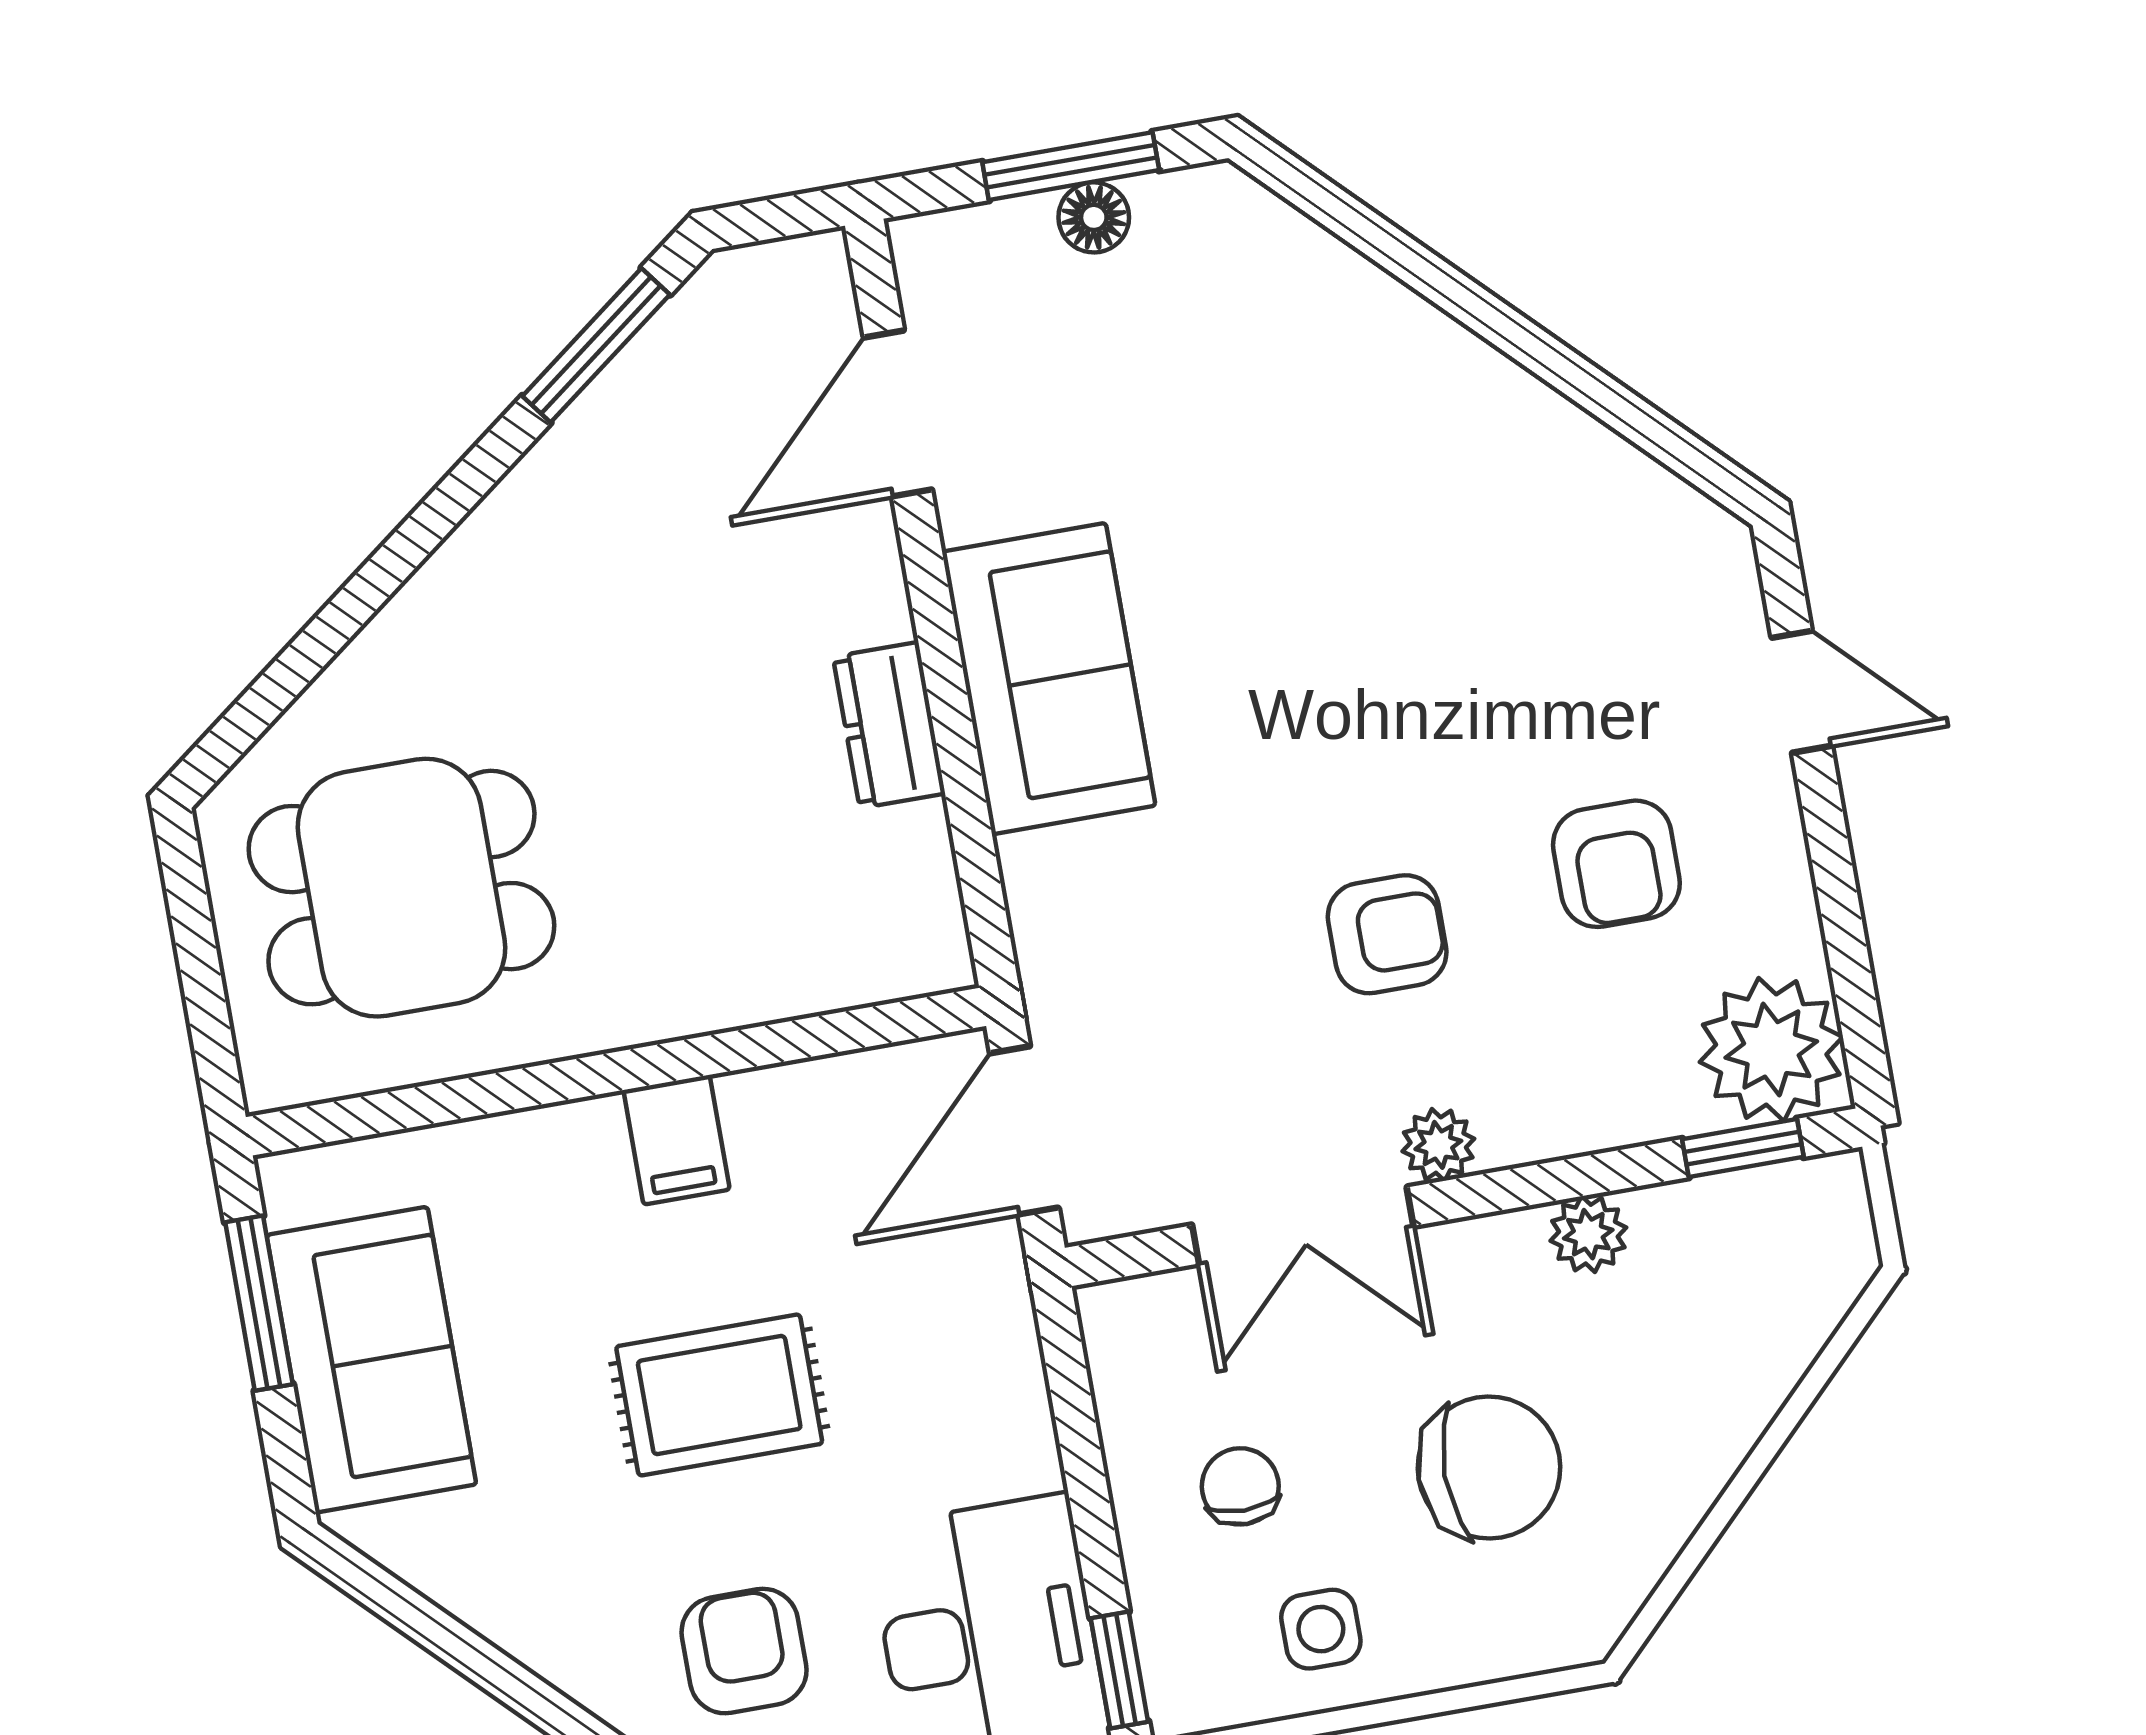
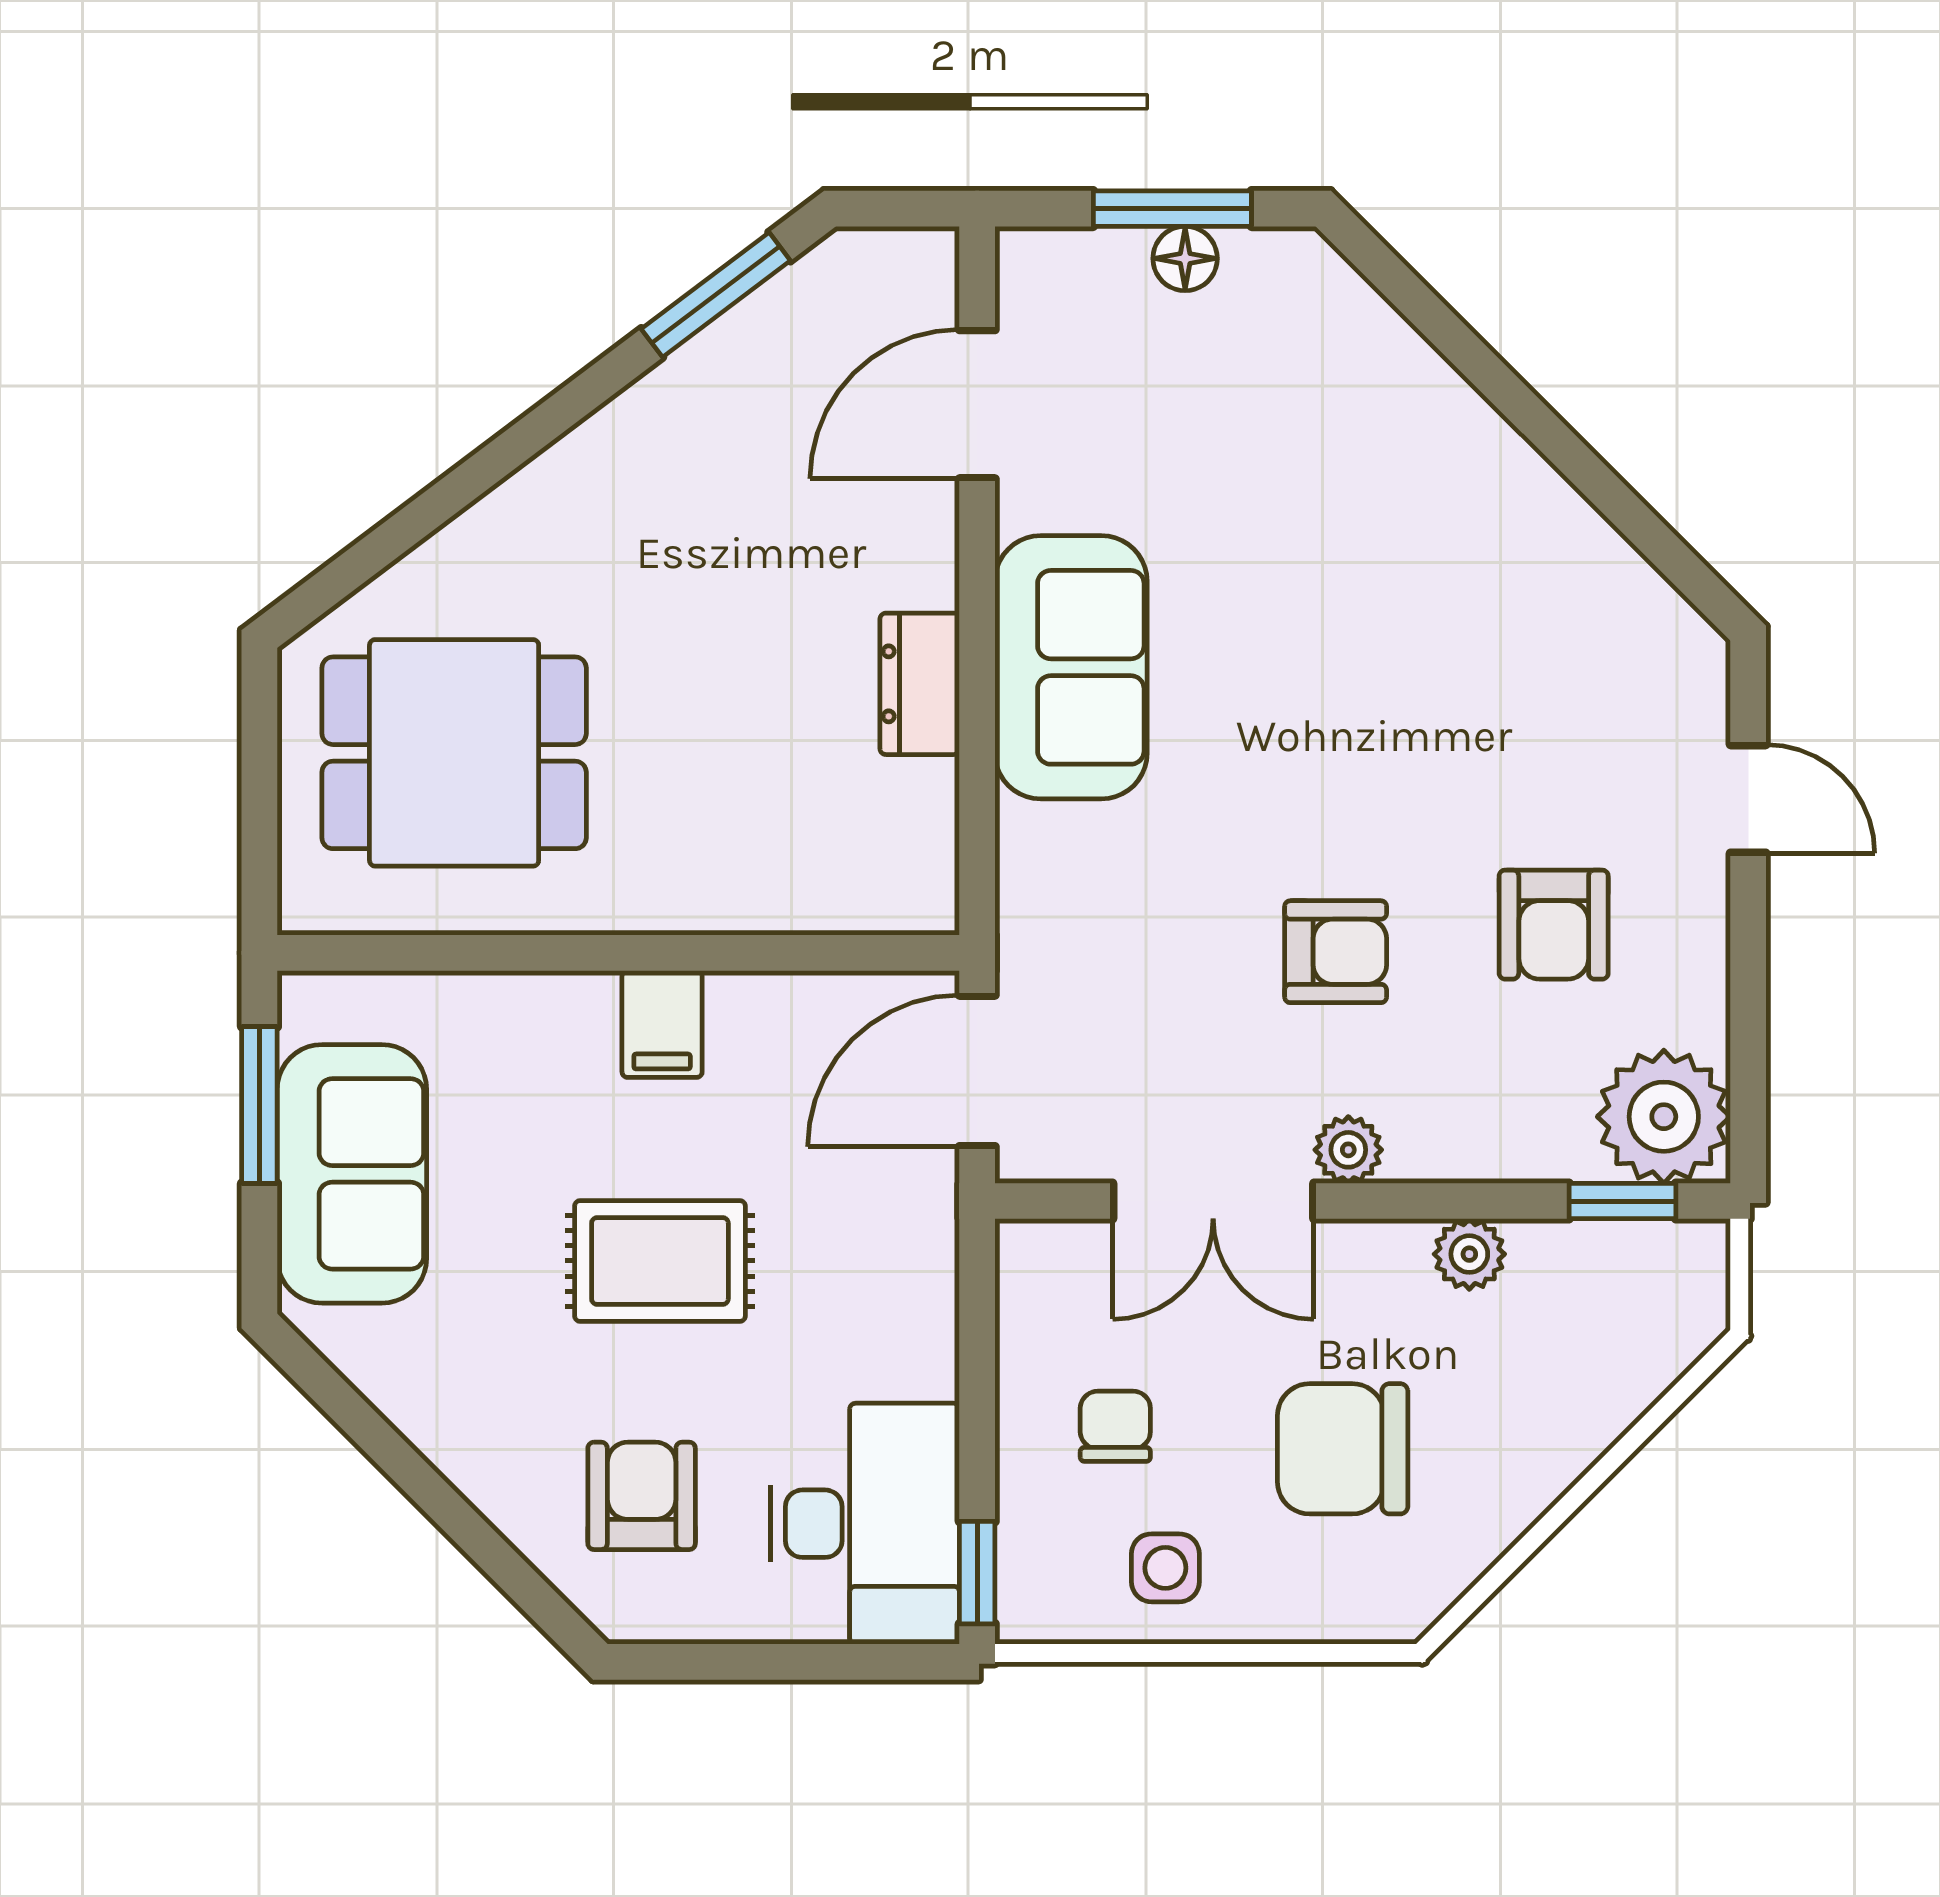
chair: (1489, 1468) -> (1343, 1449), turned 180

